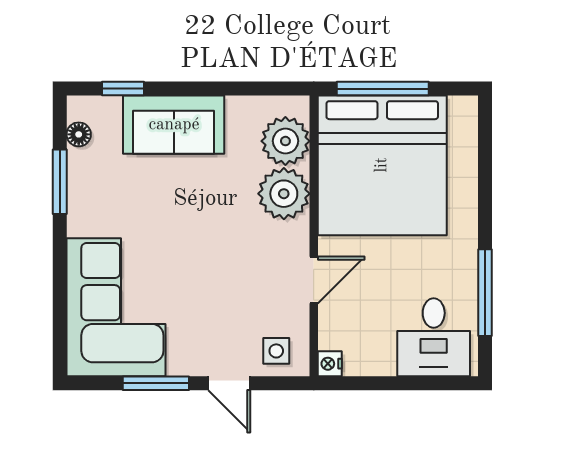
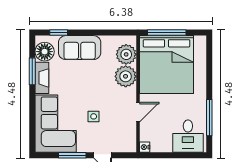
floor lamp: (79, 134) -> (45, 52), width x1.89, depth x1.89
fireplace: (83, 198) -> (42, 78), added
side table: (276, 351) -> (94, 116), moved

